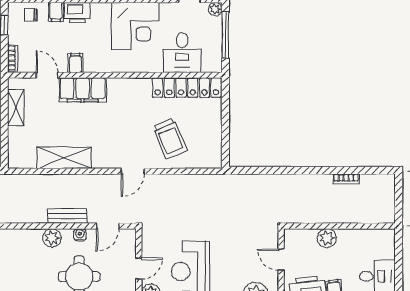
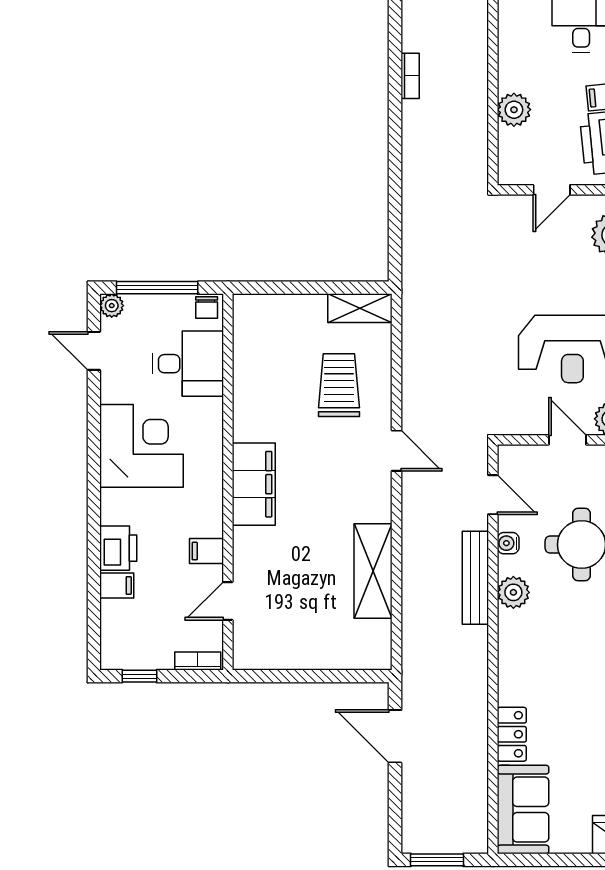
chair: (31, 15) -> (207, 307), moved
locker: (187, 88) -> (250, 355), removed
filing cabinet: (83, 90) -> (254, 484), moved
shelving: (16, 107) -> (360, 308), moved
trolley: (170, 138) -> (339, 385), turned -67
bench: (67, 216) -> (475, 578), width x1.36

